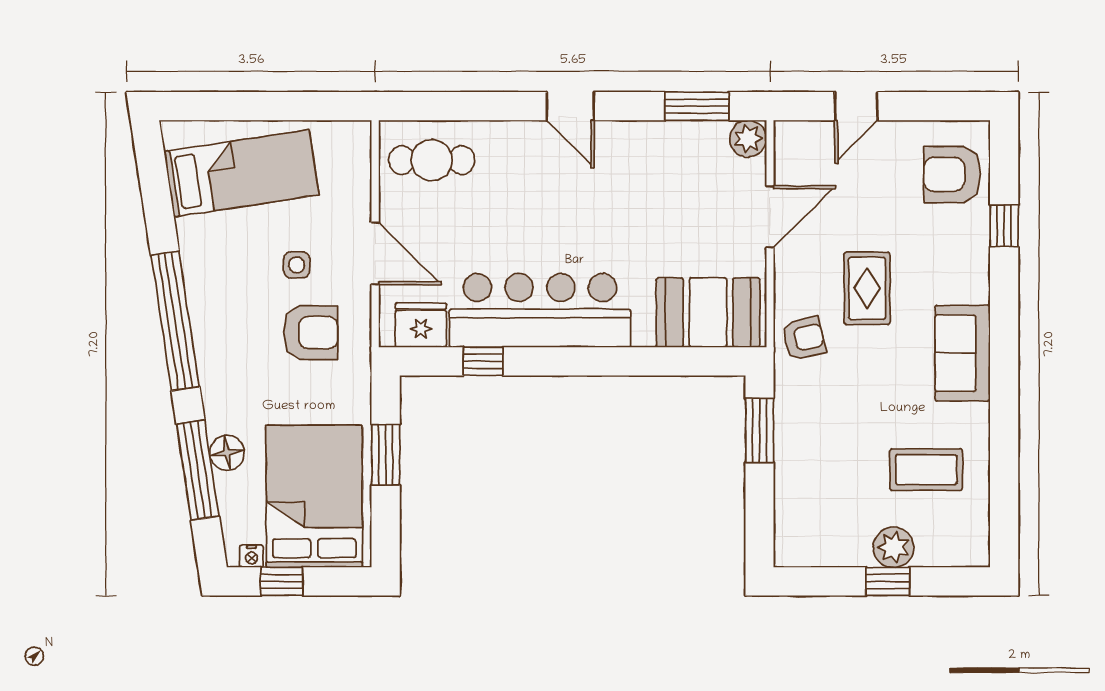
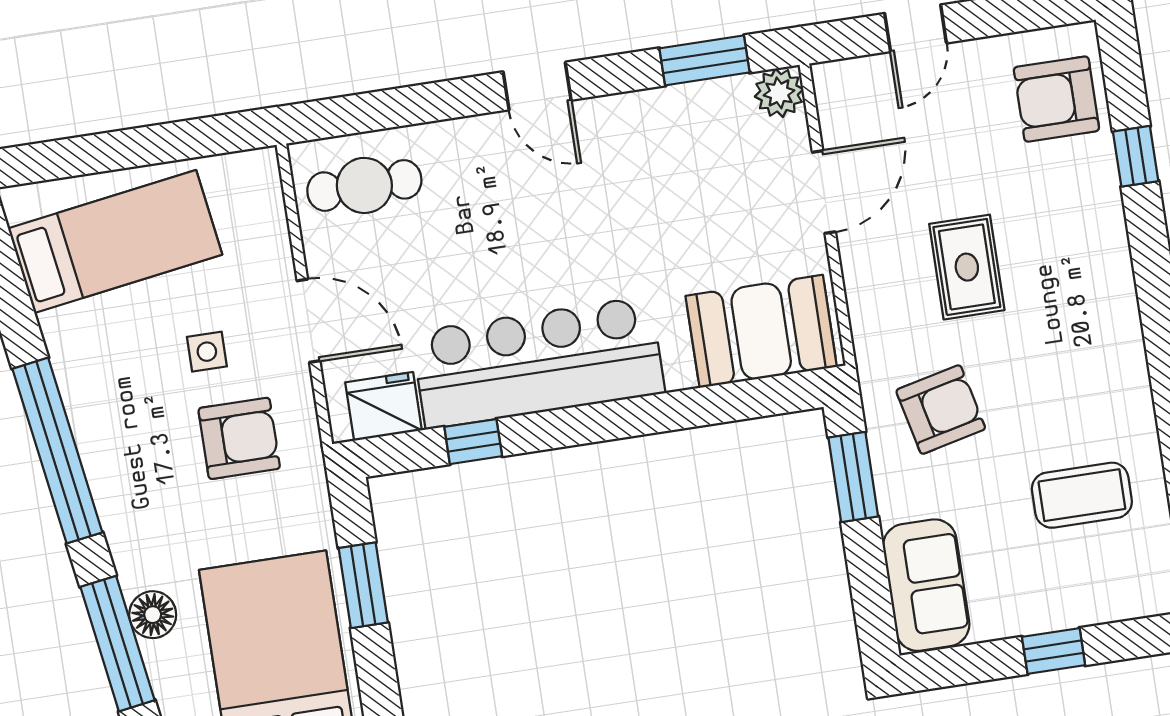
armchair: (804, 338) -> (941, 410), moved, width x1.38, depth x1.38
sofa: (963, 353) -> (926, 585), moved, turned 180
plant: (893, 547) -> (1054, 605), removed

